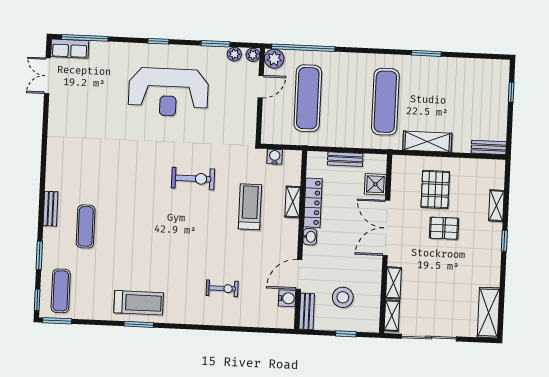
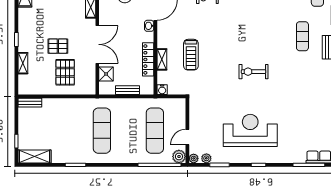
shelving: (427, 142) -> (34, 157), moved
water cooler: (275, 157) -> (162, 90), moved
exercise bike: (193, 179) -> (253, 72), moved
washbasin: (310, 237) -> (149, 26), moved

